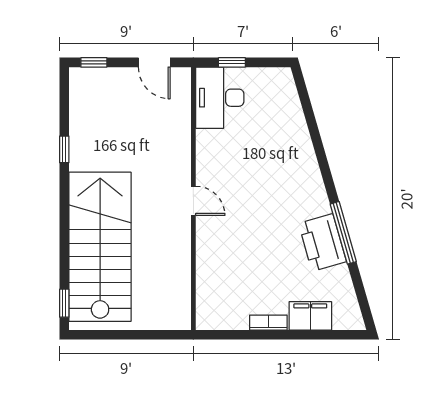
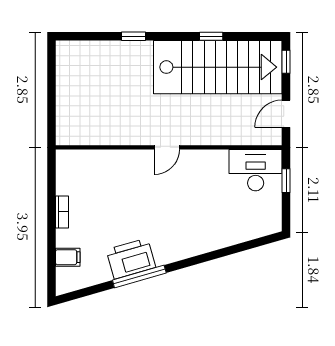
stairs: (100, 247) -> (218, 67), moved
window: (64, 303) -> (133, 36), moved
filing cabinet: (310, 316) -> (68, 257), width x0.50

